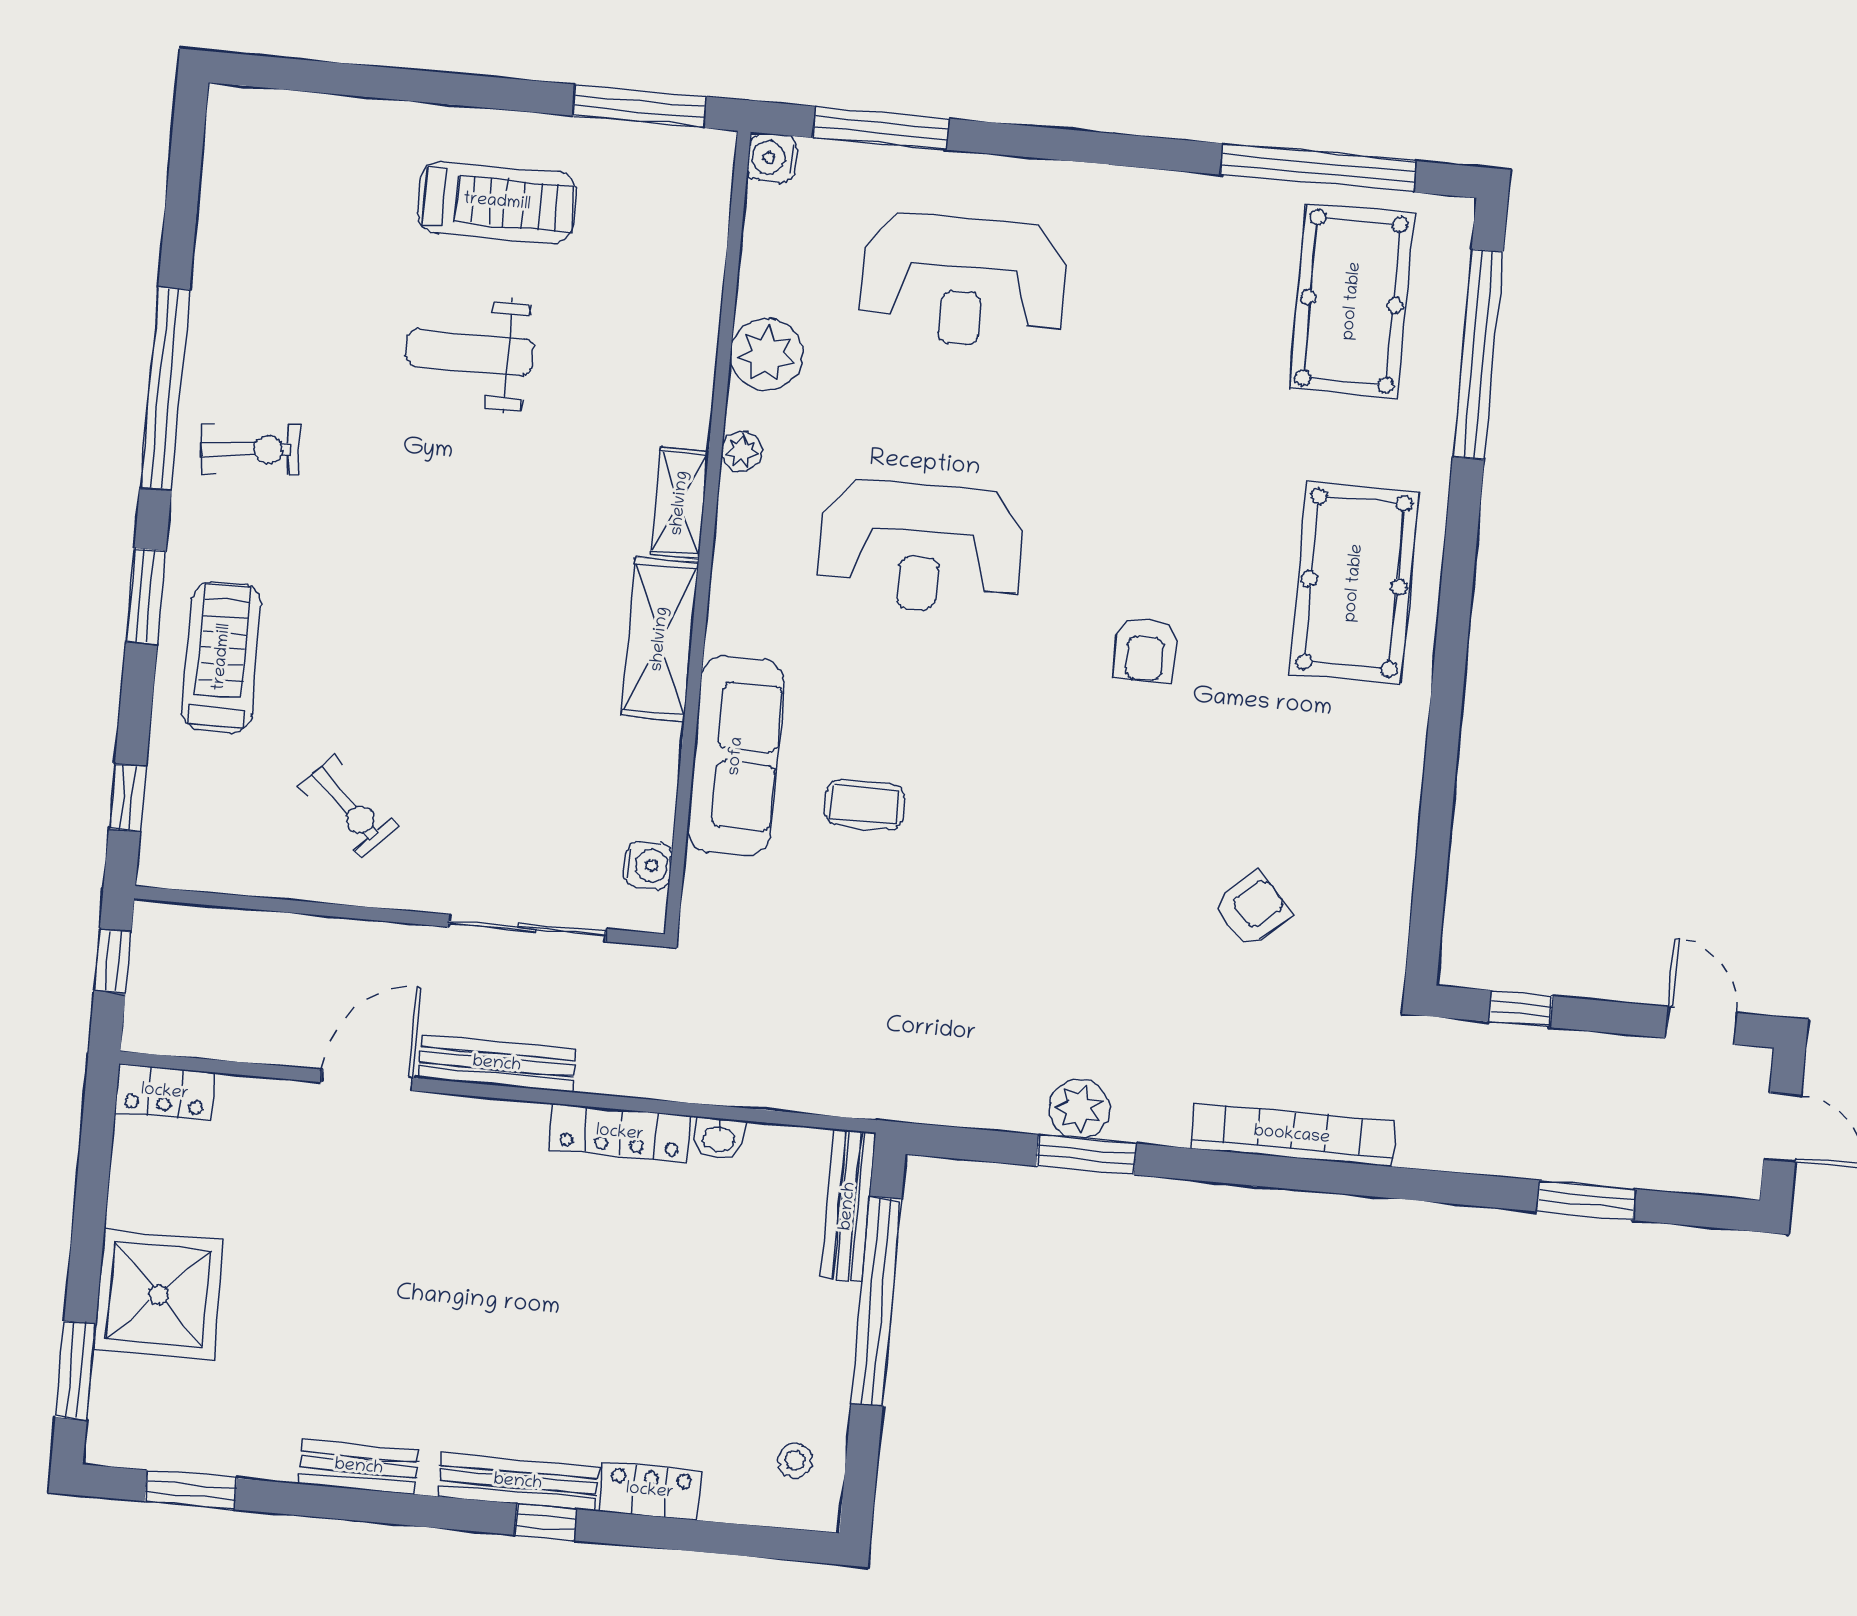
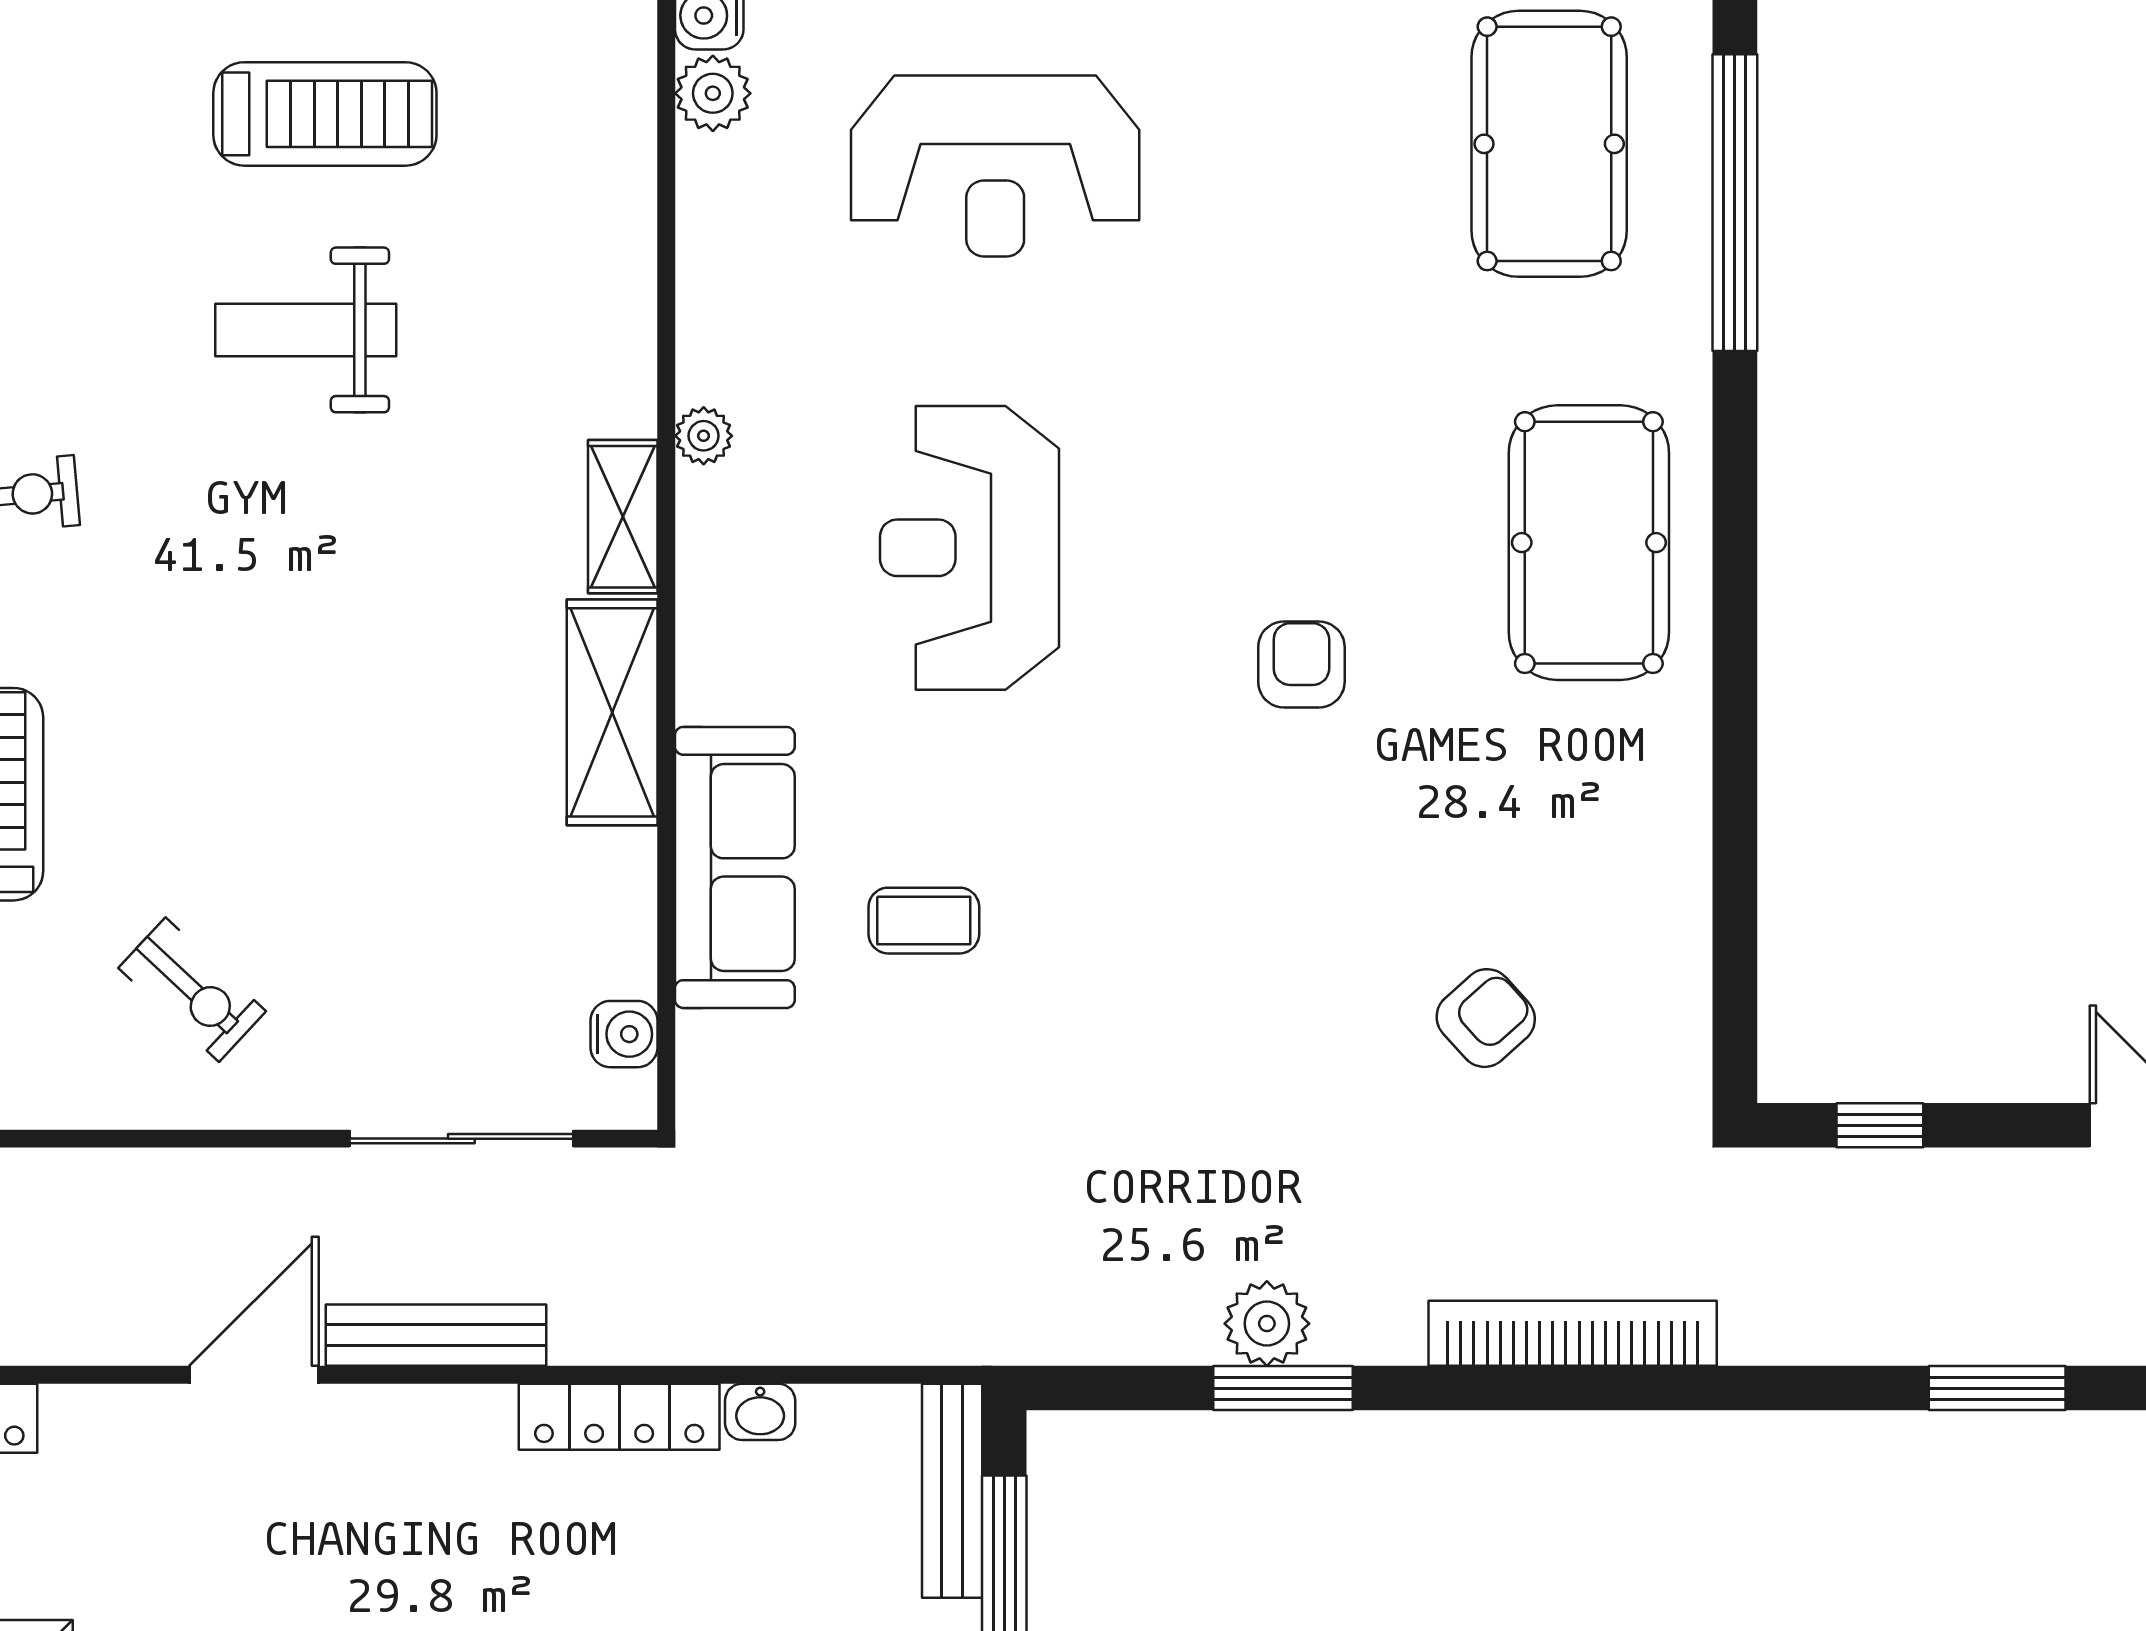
plant: (767, 354) -> (713, 93), moved, width x0.73, depth x0.73
reception desk: (920, 547) -> (970, 548), turned 90
armchair: (1145, 650) -> (1301, 664), turned 180

